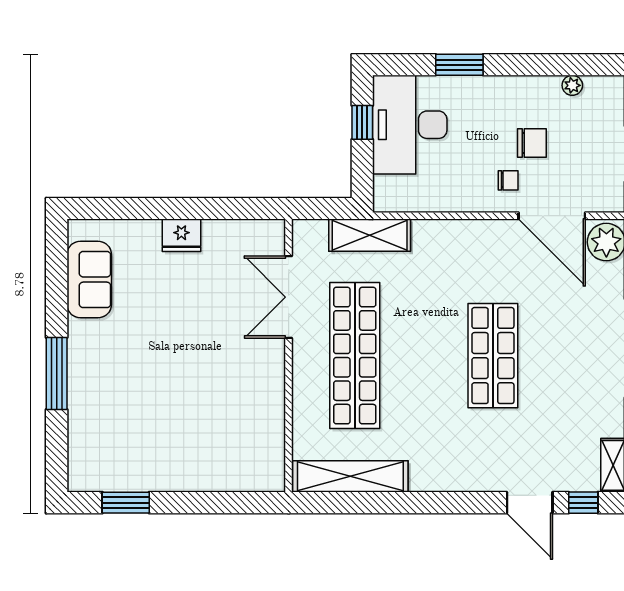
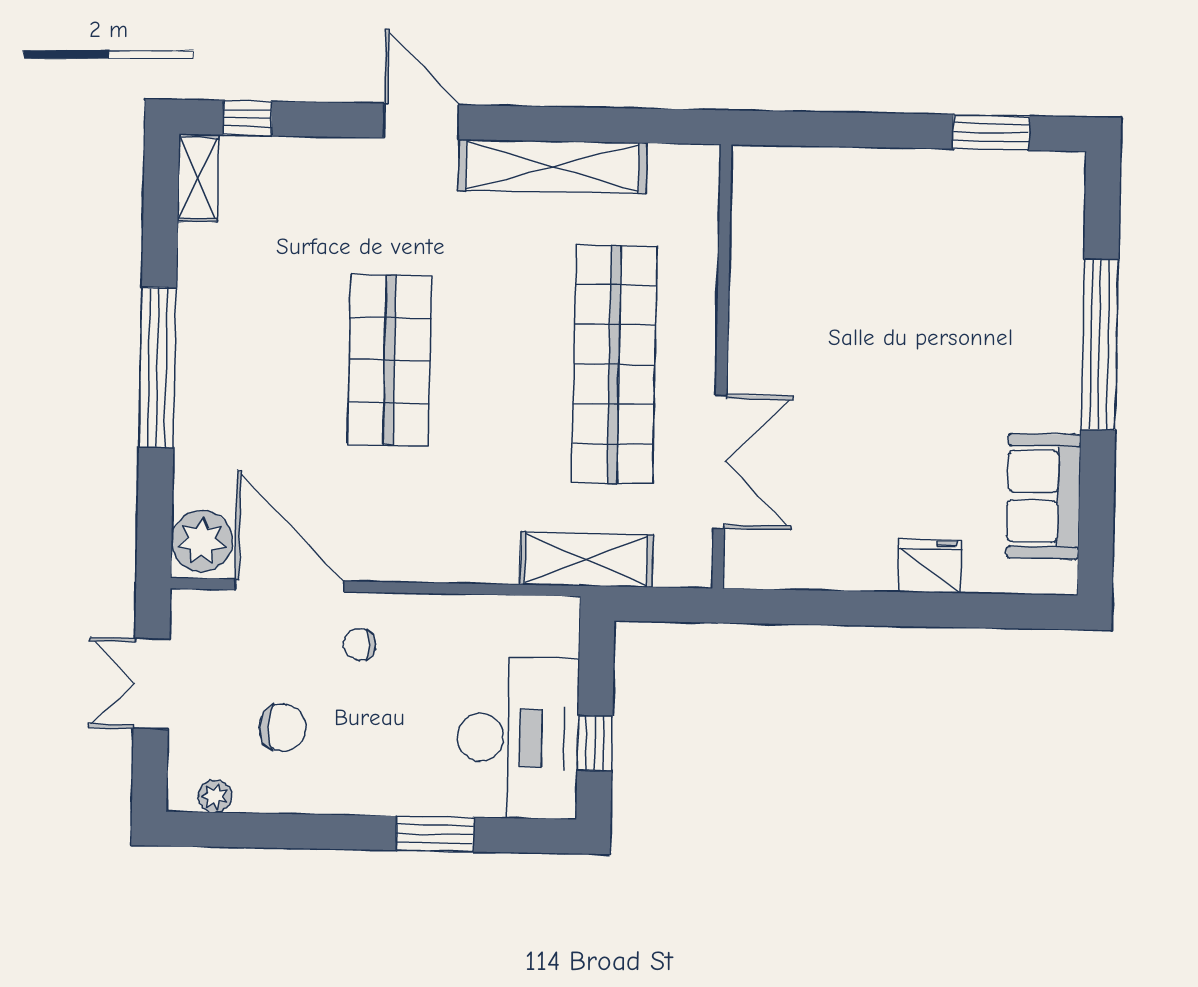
plant: (572, 85) -> (215, 796), moved
chair: (532, 143) -> (283, 728), moved, turned 180
fridge: (181, 235) -> (930, 566), moved
window: (57, 374) -> (1100, 344), width x1.46
shelving: (350, 476) -> (553, 167), moved
door: (530, 503) -> (421, 121), moved

